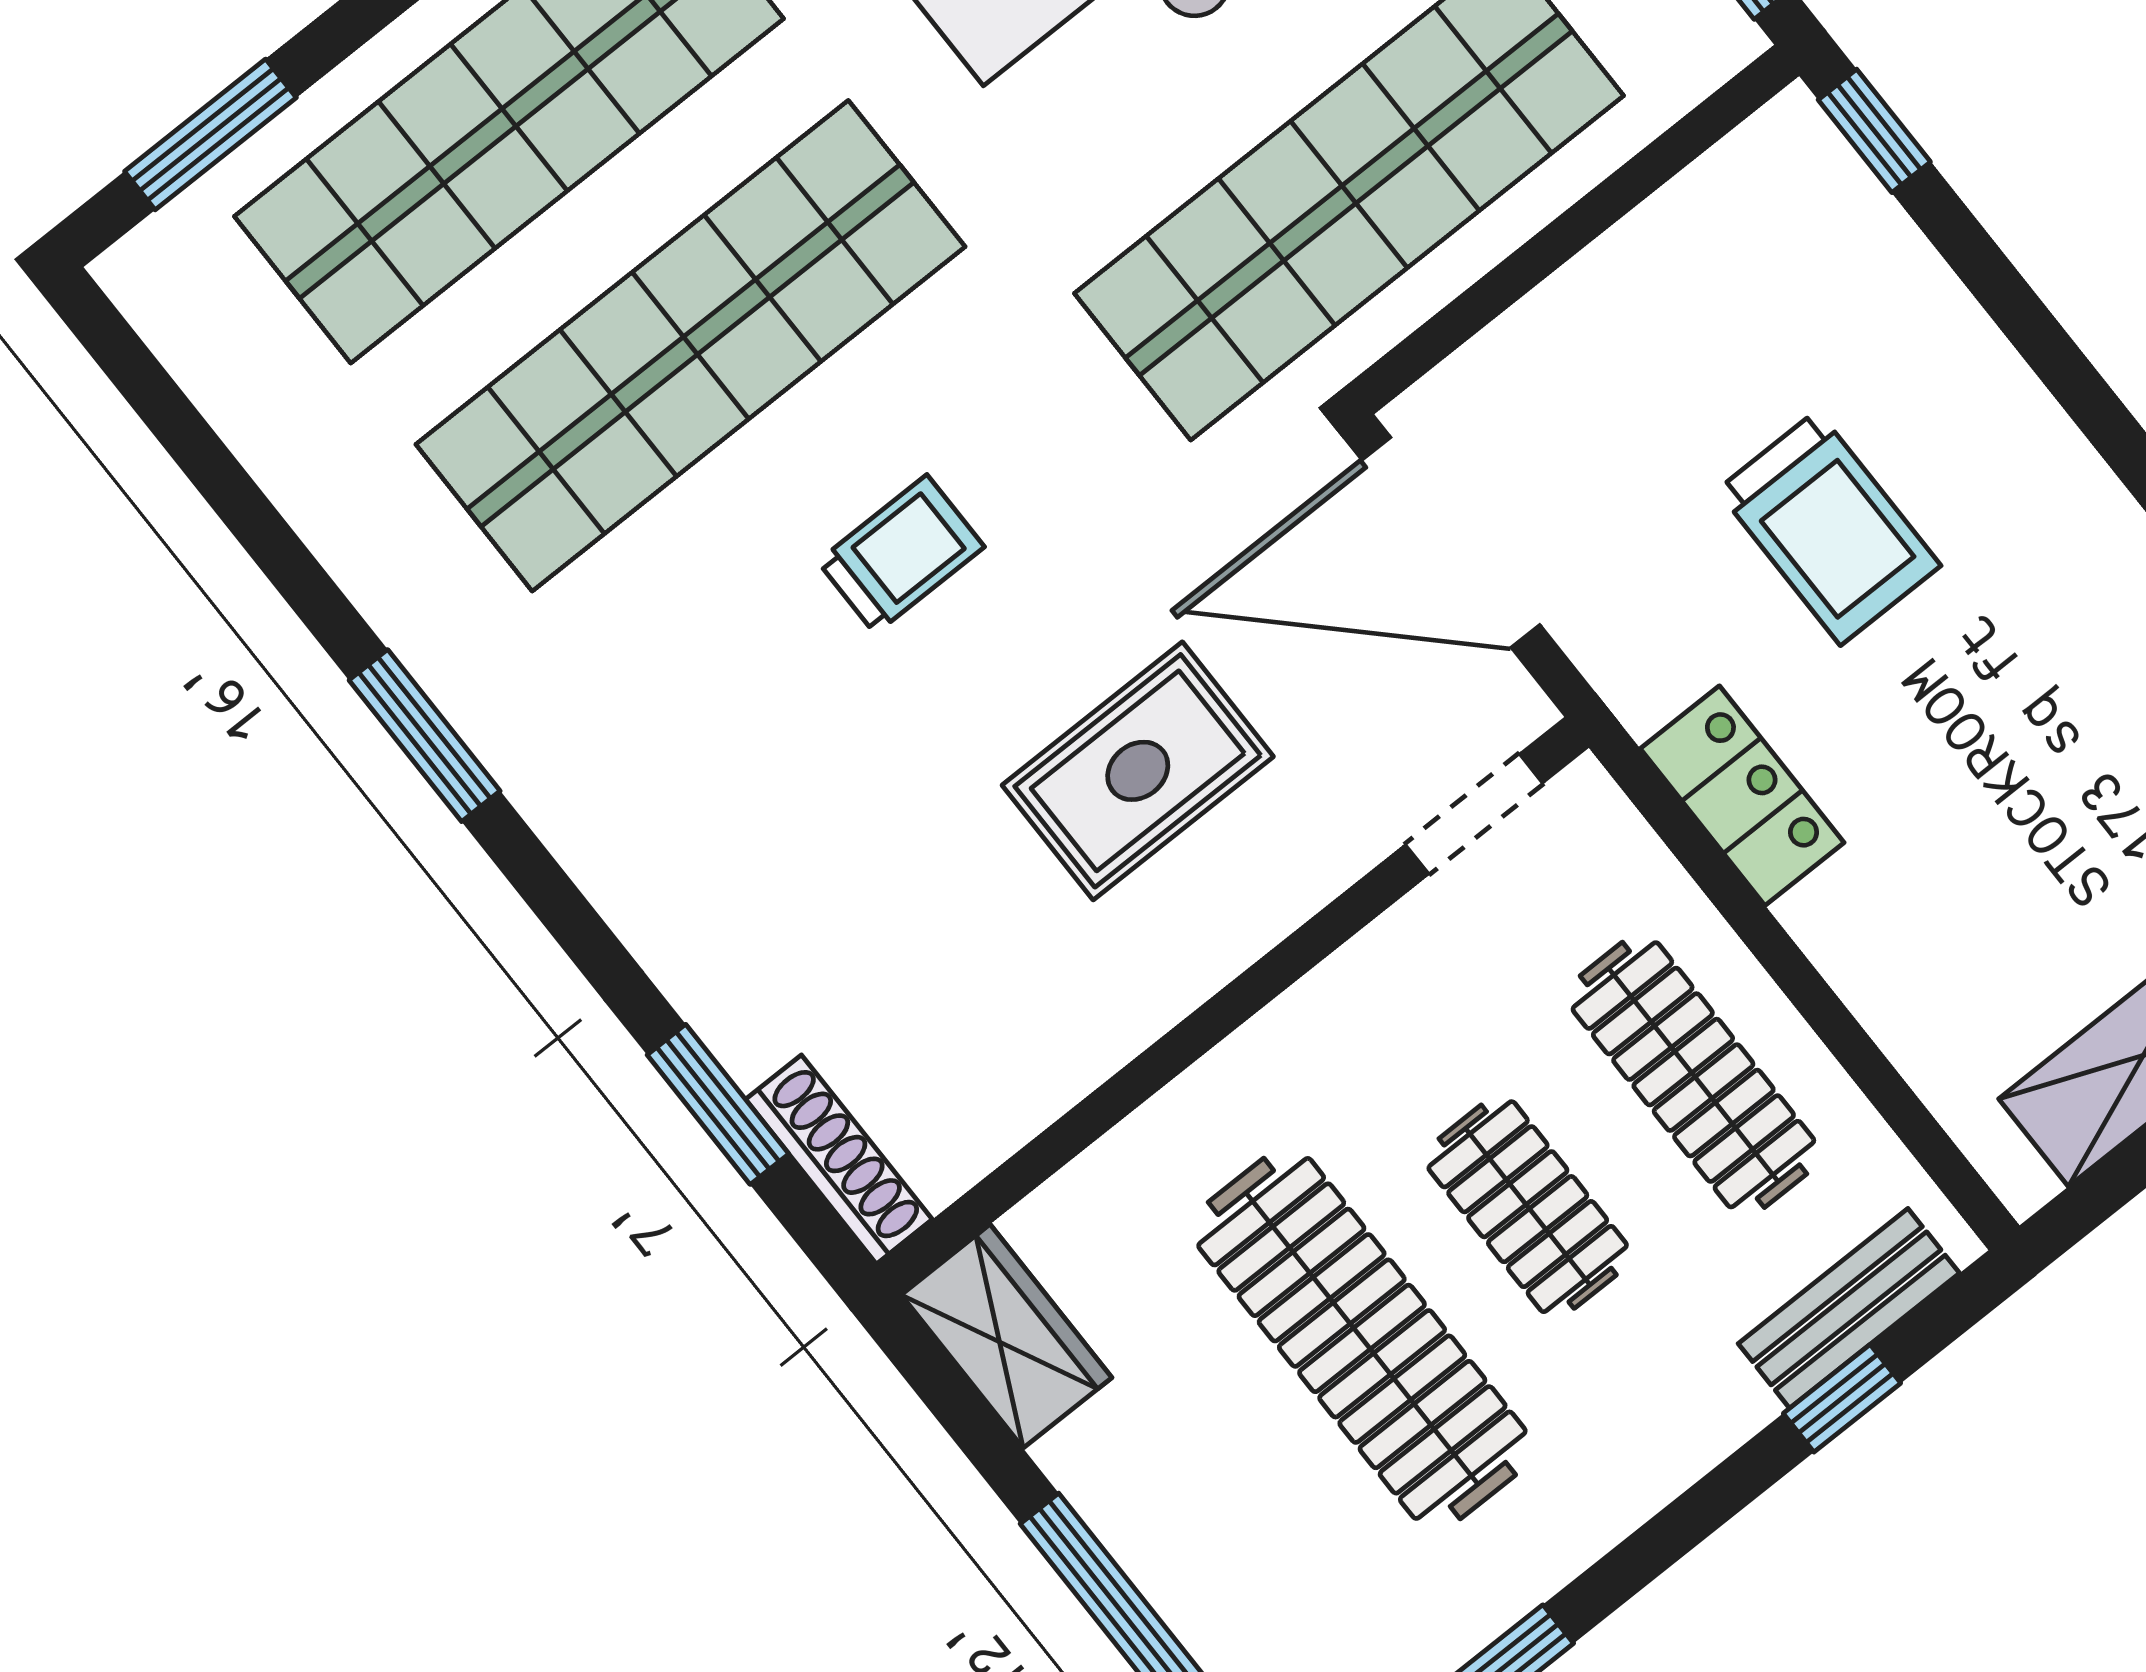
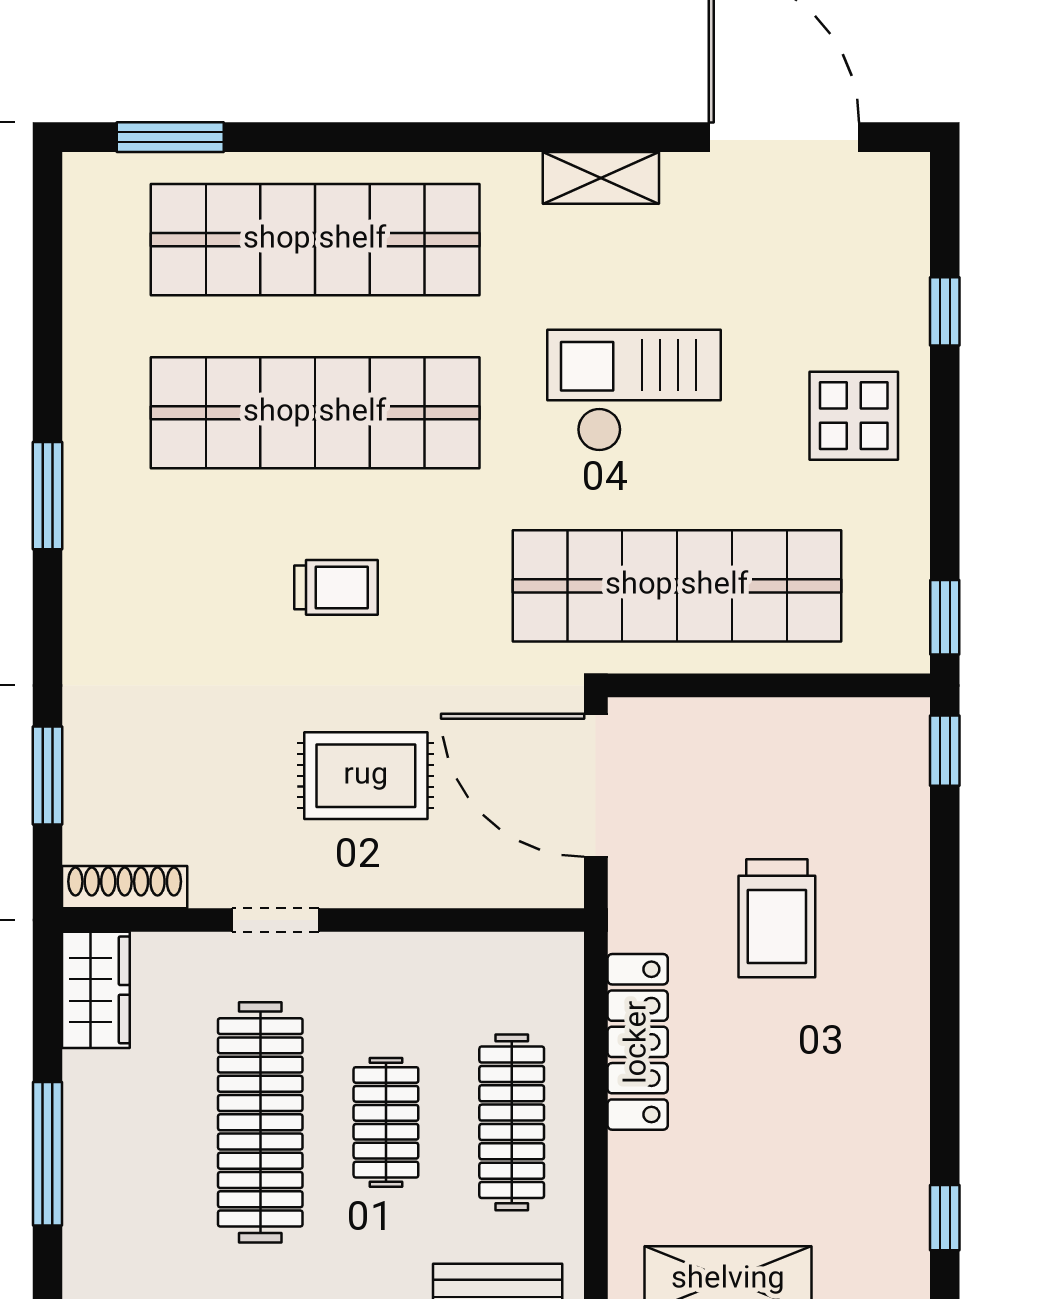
locker: (1742, 796) -> (638, 1042), width x1.53
doorway: (1474, 814) -> (275, 920), moved
shoe rack: (839, 1159) -> (125, 887), moved, turned -90

